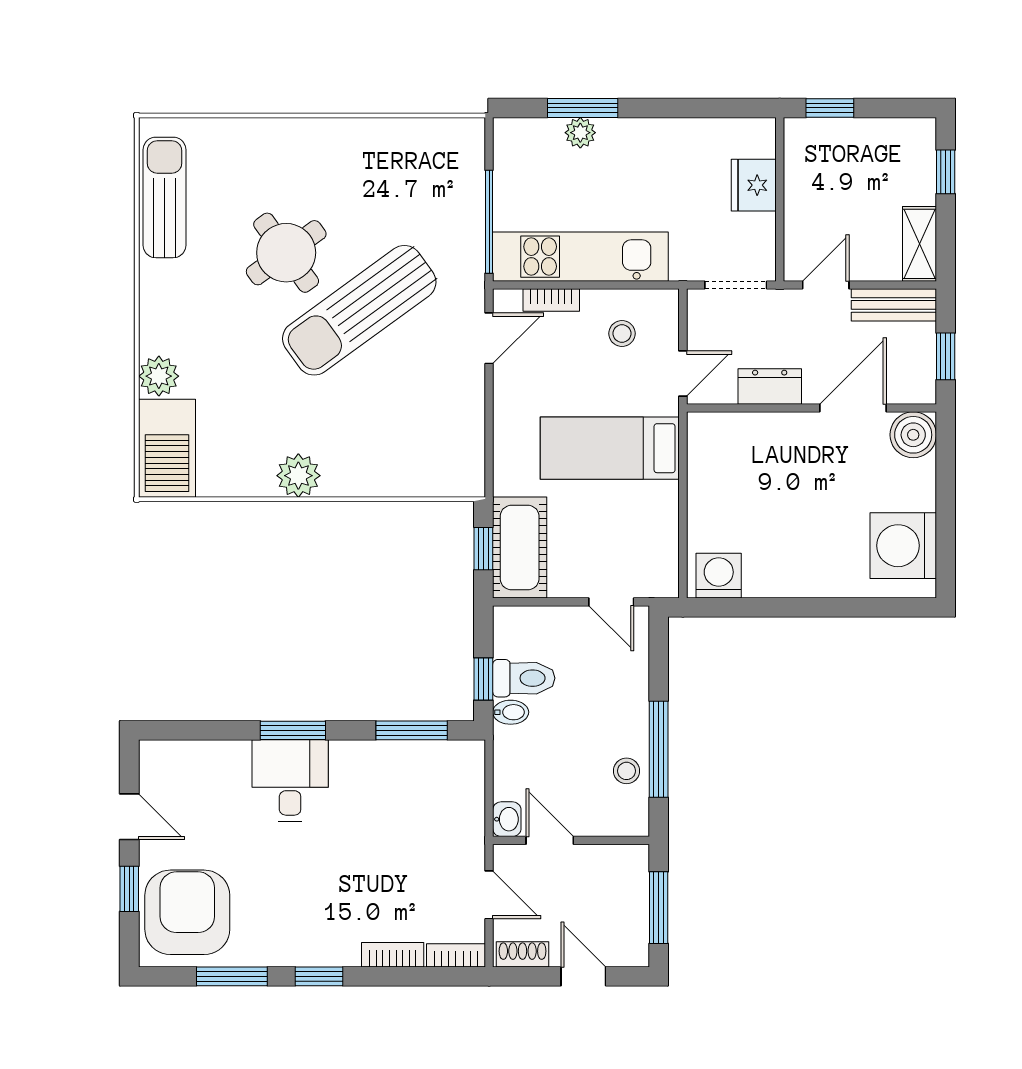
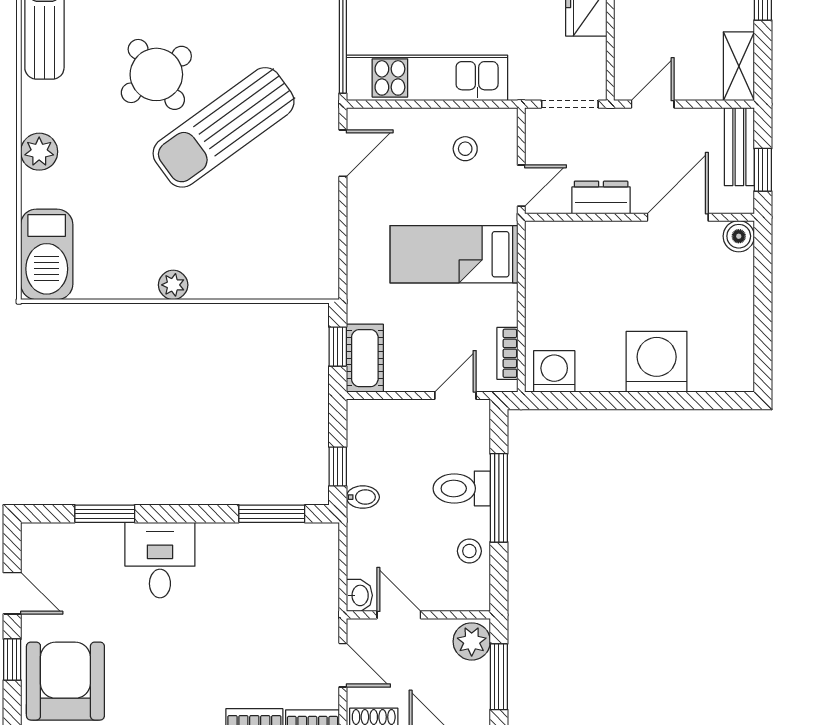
bookcase: (551, 300) -> (507, 353), moved, turned 90
bench: (894, 305) -> (739, 147), moved, turned 90
plant: (159, 376) -> (39, 152), moved
boiler: (913, 435) -> (739, 236), width x0.73, depth x0.73
plant: (298, 476) -> (173, 285), width x0.73, depth x0.73
washing machine: (903, 546) -> (657, 362), moved, turned 90
cot: (520, 548) -> (365, 358), width x0.73, depth x0.75
door: (611, 602) -> (455, 396), swing flipped
toilet: (524, 678) -> (462, 488), moved, turned 180
window: (293, 730) -> (105, 514), moved
window: (659, 749) -> (499, 498), moved
plant: (629, 869) -> (472, 641), added

